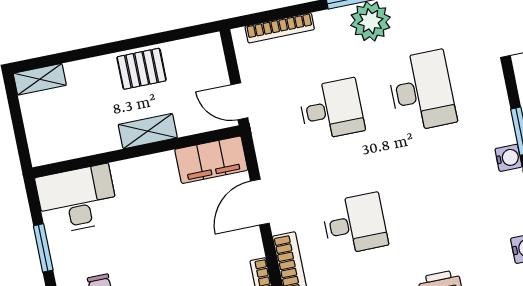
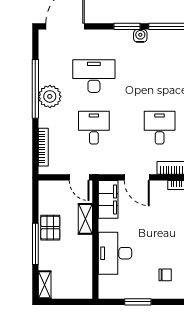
window: (108, 48) -> (35, 244), added
door: (239, 101) -> (79, 177), hinge flipped
shelving: (148, 131) -> (85, 219), moved
desk: (77, 199) -> (115, 253), moved

